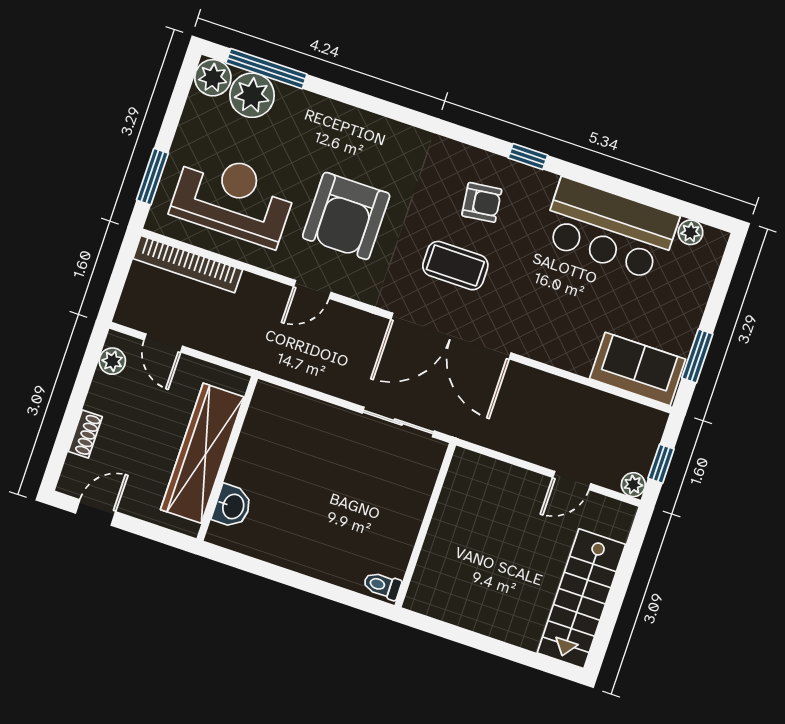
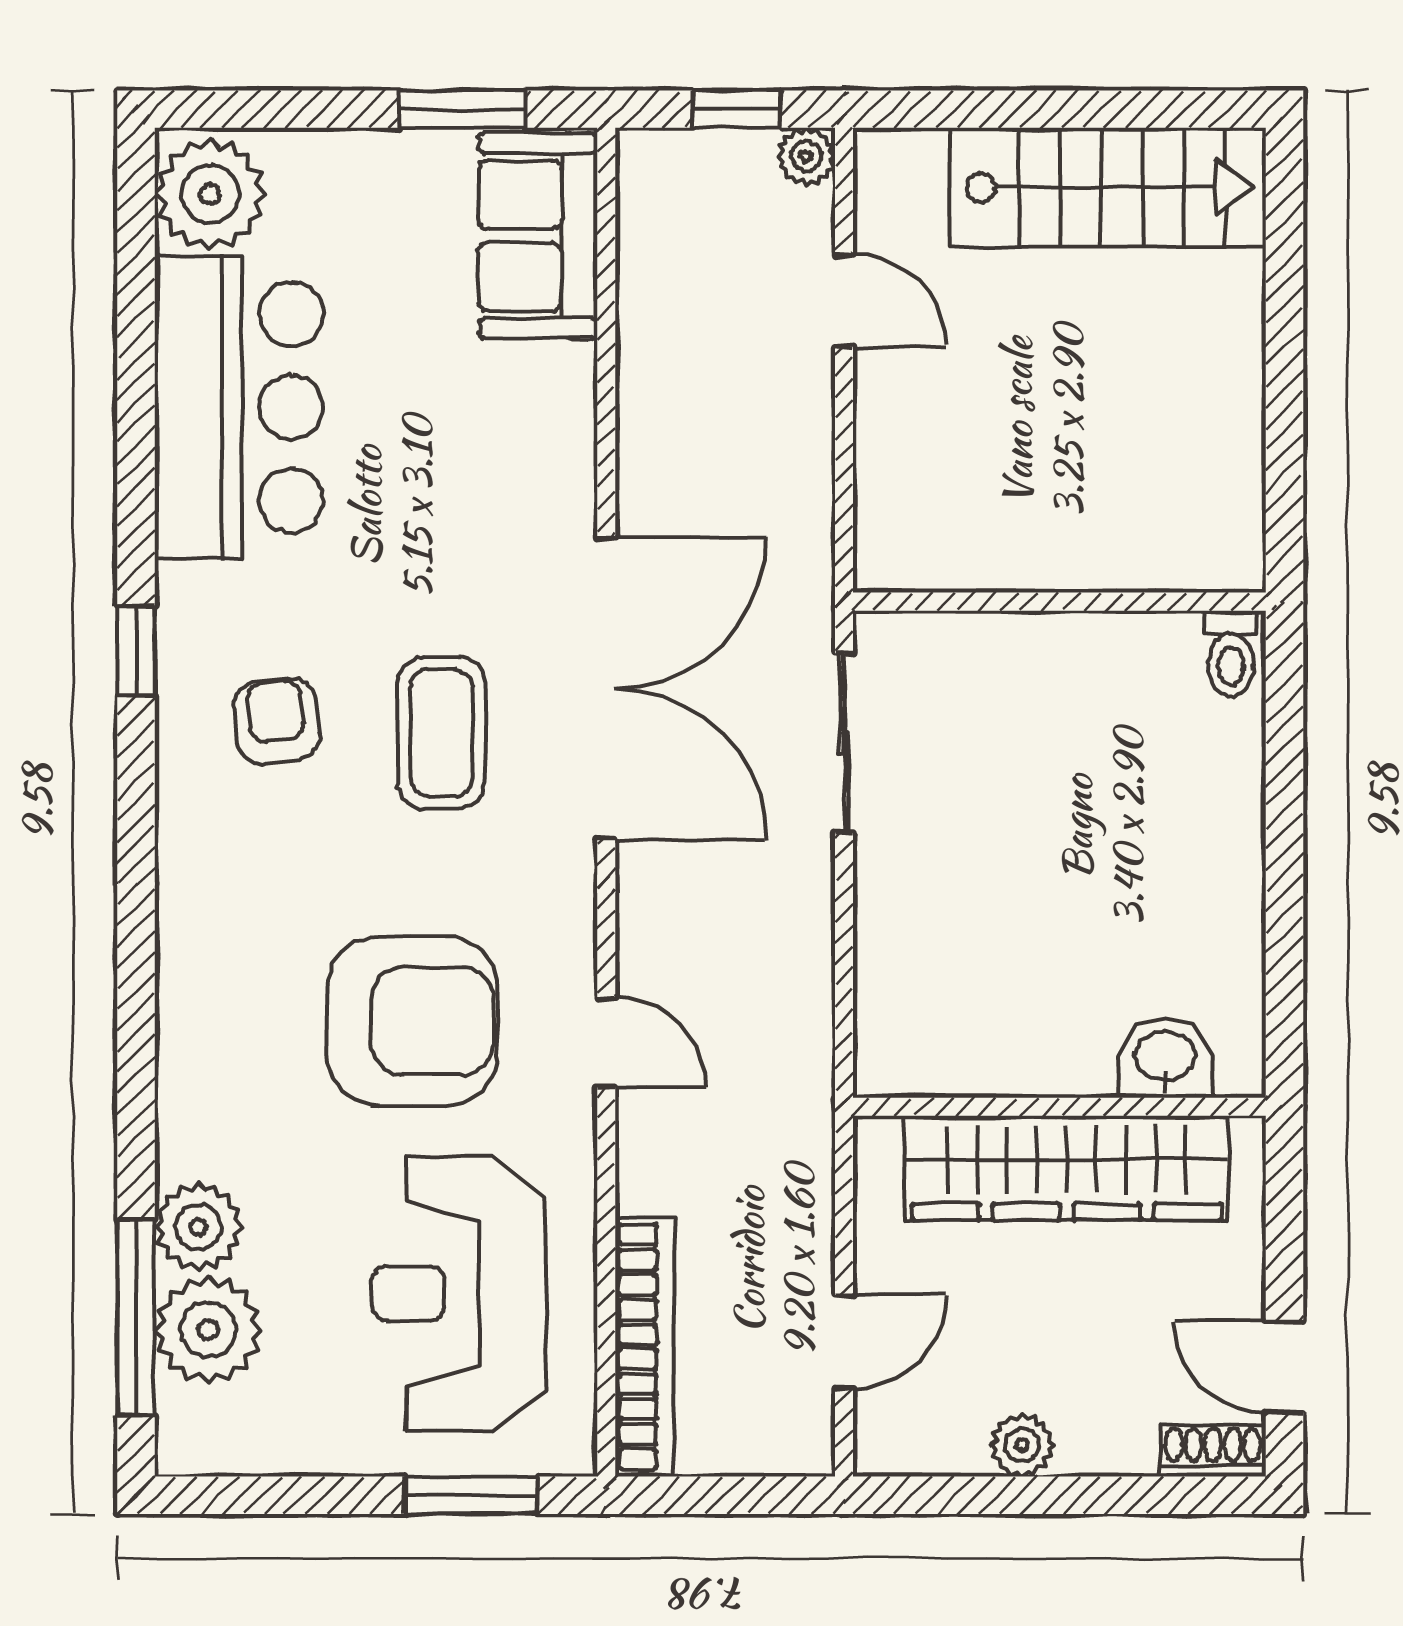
plant: (213, 78) -> (198, 1227), moved
plant: (690, 232) -> (210, 194), width x1.88, depth x1.88
plant: (112, 361) -> (1022, 1445), moved
shoe rack: (85, 434) -> (1213, 1451), moved

